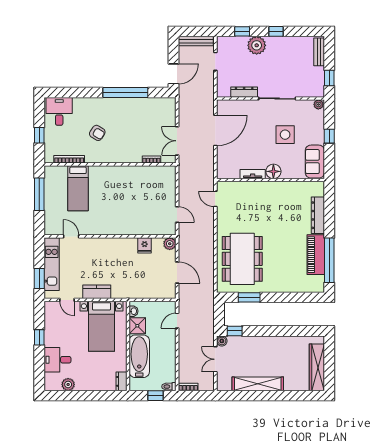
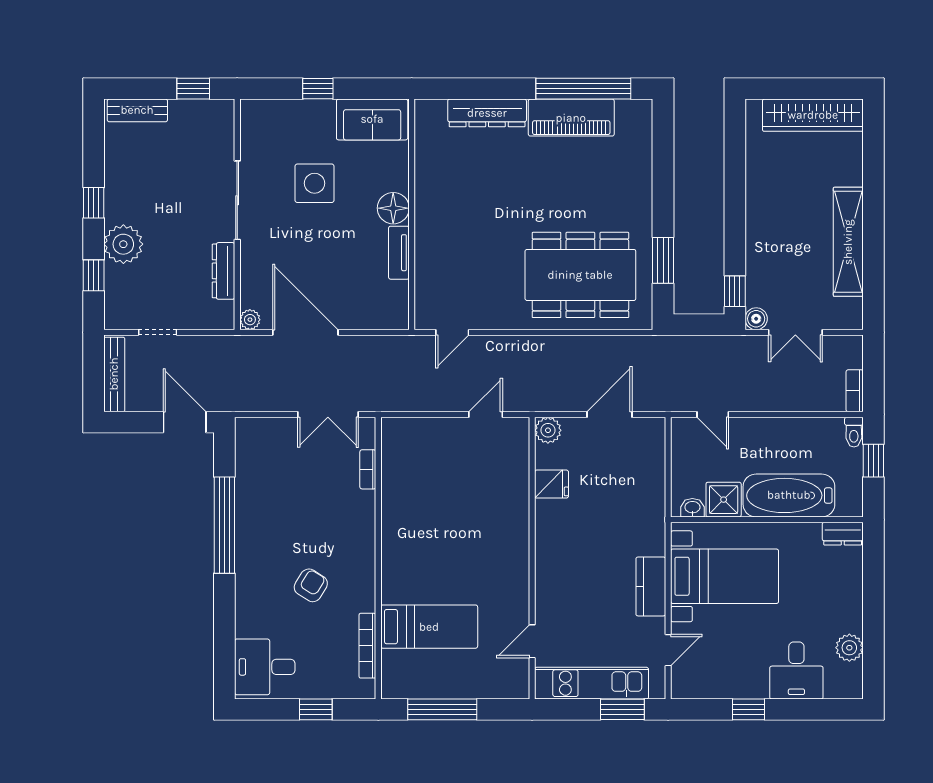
plant: (318, 104) -> (250, 320), moved

